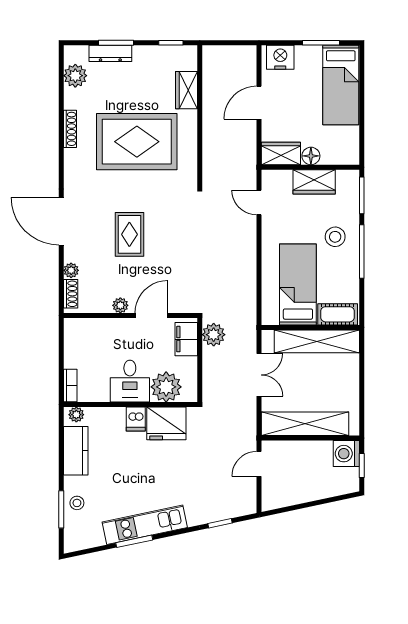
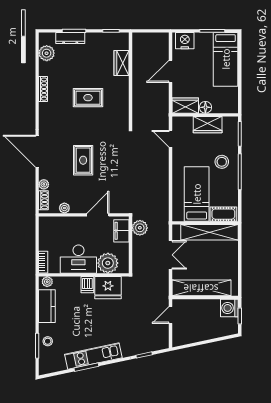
rug: (137, 142) -> (88, 98), width x0.54, depth x0.49
plant: (120, 305) -> (64, 208), moved
desk: (130, 381) -> (78, 259), width x1.37

